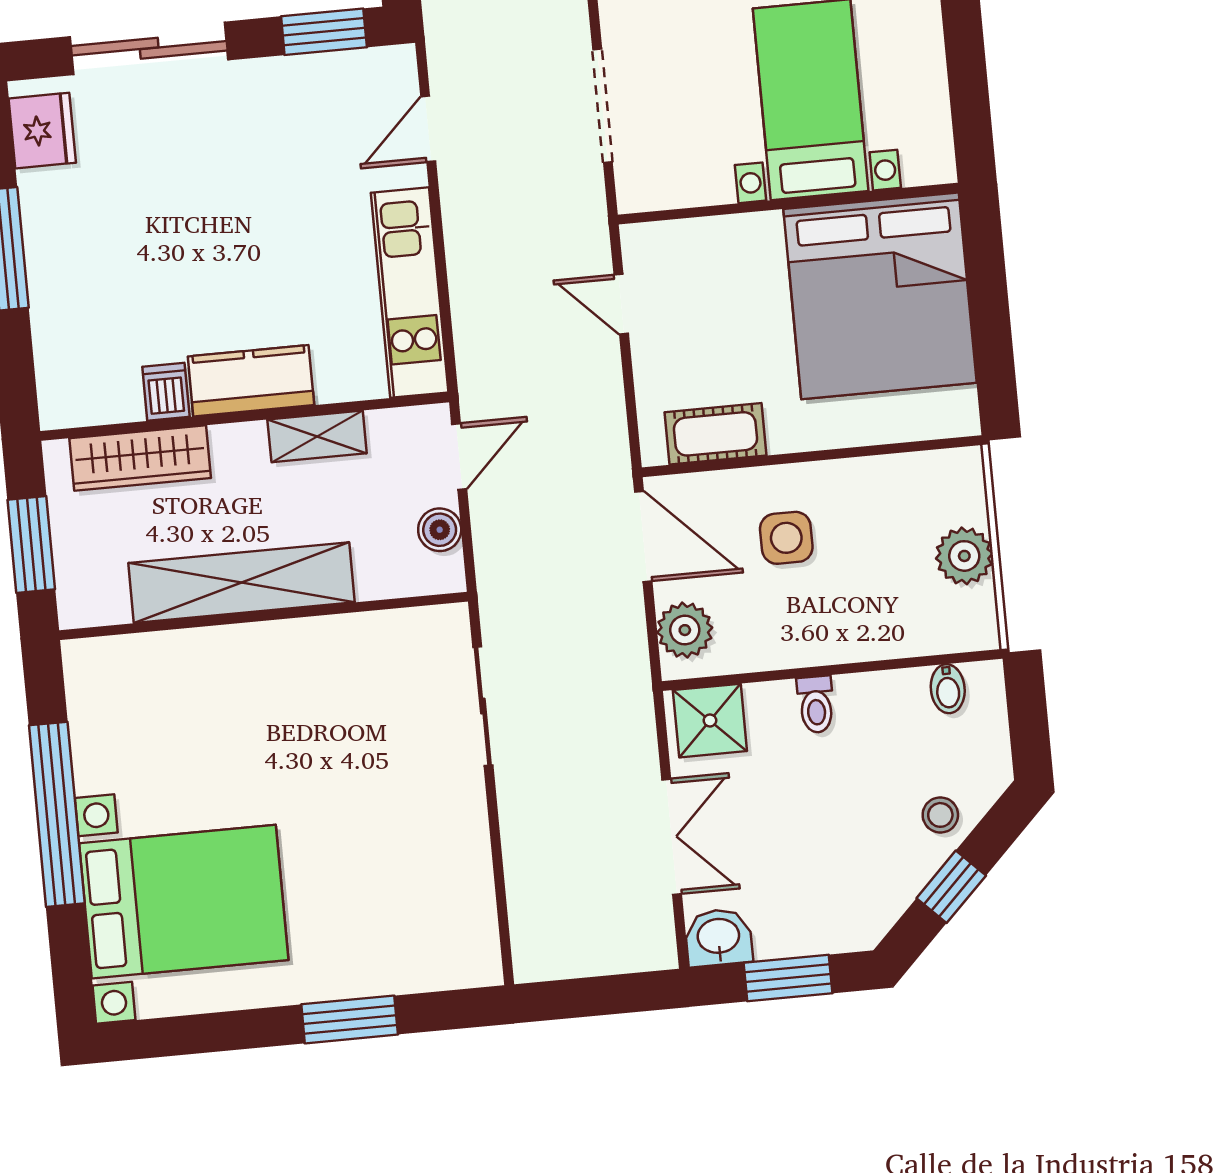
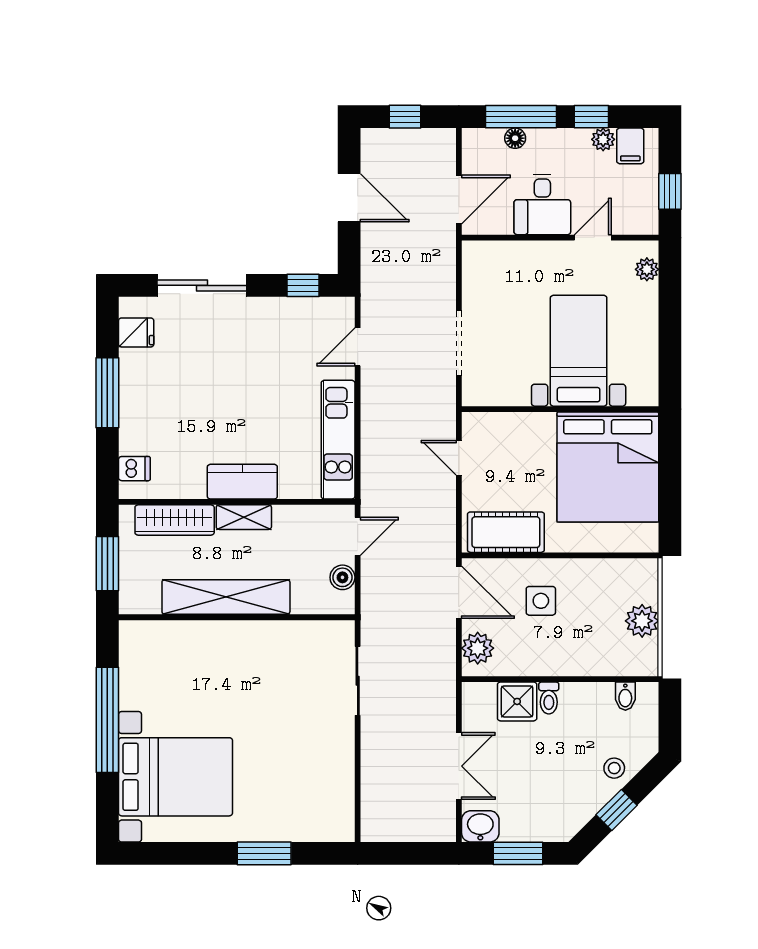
window: (324, 32) -> (303, 285), width x0.67
fridge: (42, 131) -> (136, 332), width x0.72
dishwasher: (166, 392) -> (134, 469), moved, turned 90
cot: (715, 434) -> (506, 532), width x1.37, depth x1.34
shelving: (317, 436) -> (244, 517), moved
shower: (710, 721) -> (517, 701), moved

